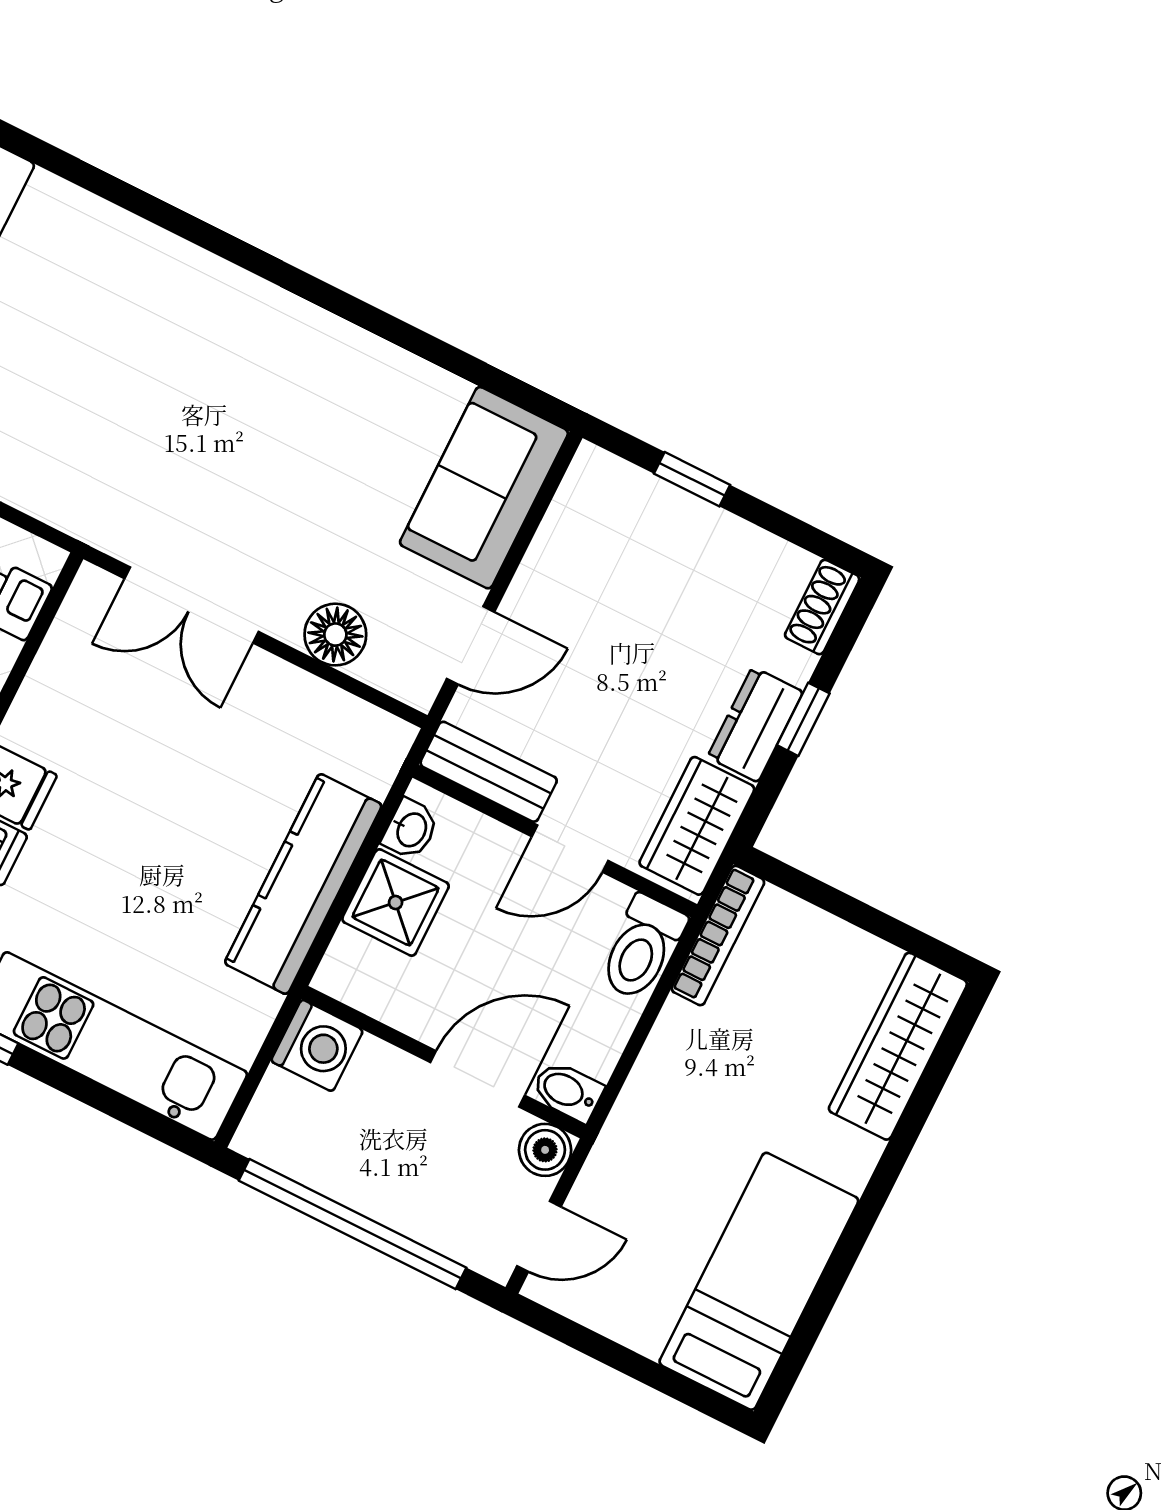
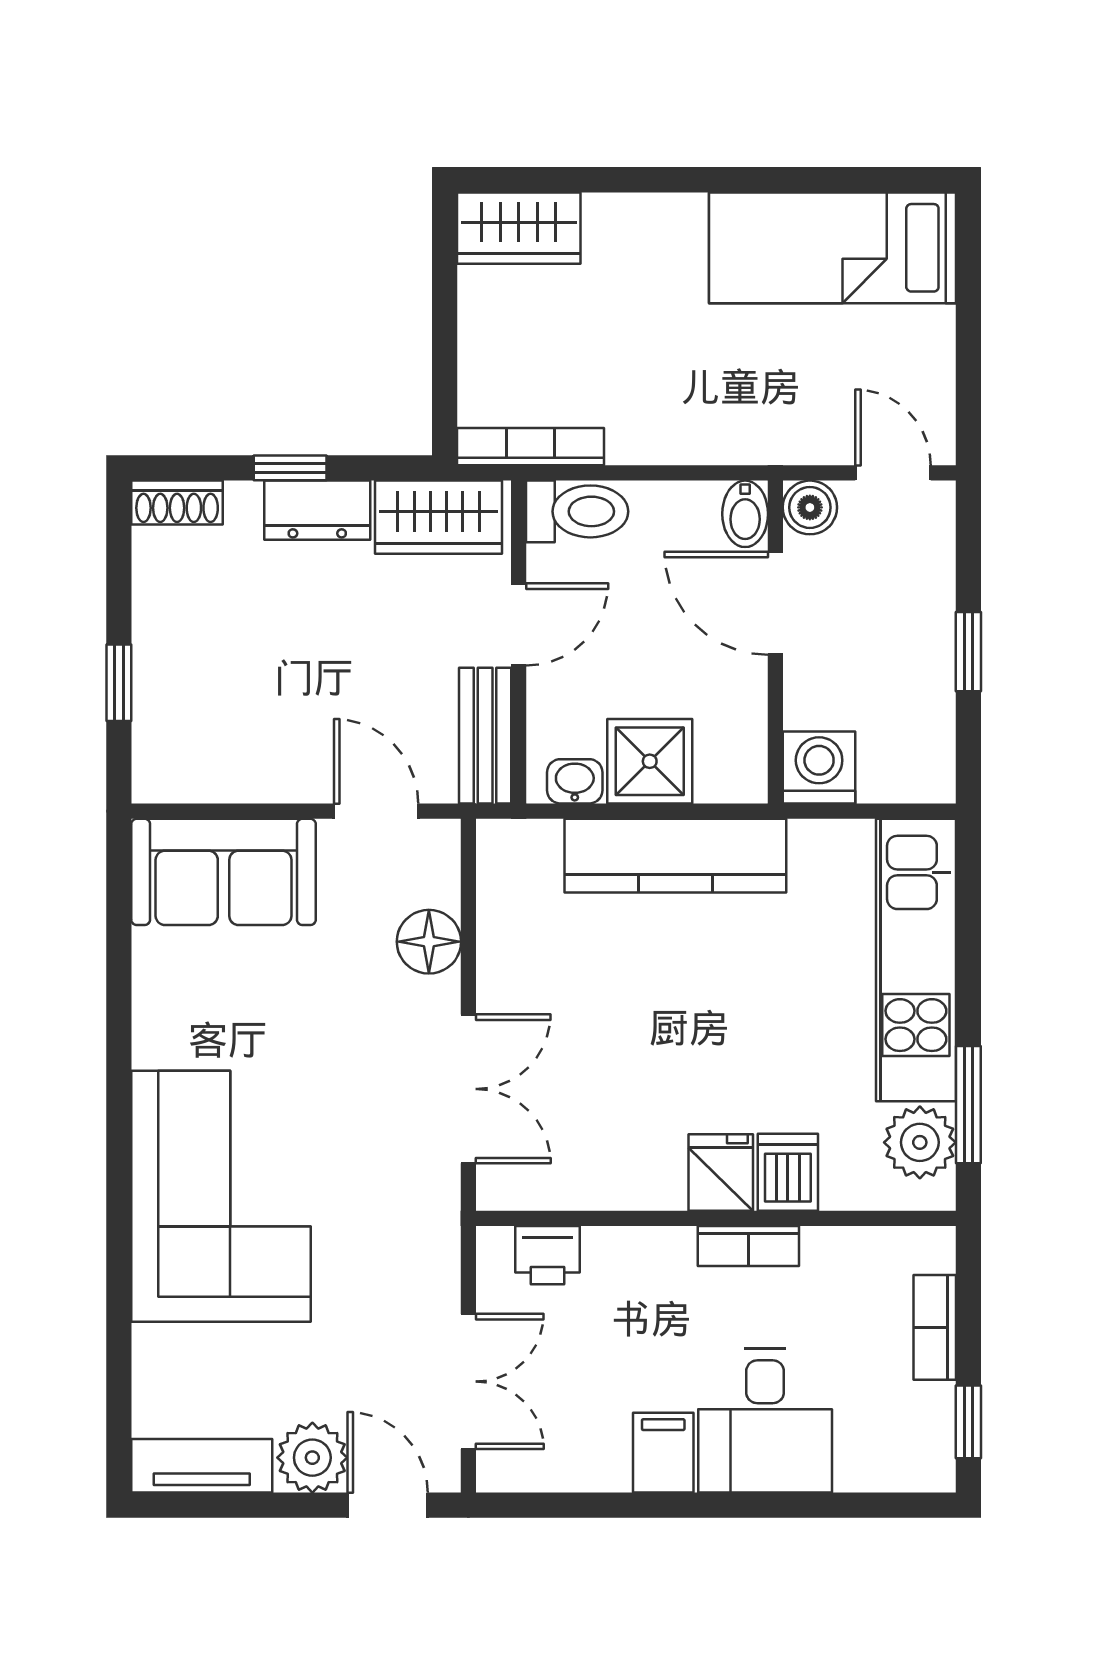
corner sofa: (206, 346) -> (221, 1196), added
door: (570, 849) -> (519, 624), hinge flipped
wardrobe: (898, 1046) -> (519, 228), width x0.67
window: (353, 1224) -> (968, 652), width x0.32

